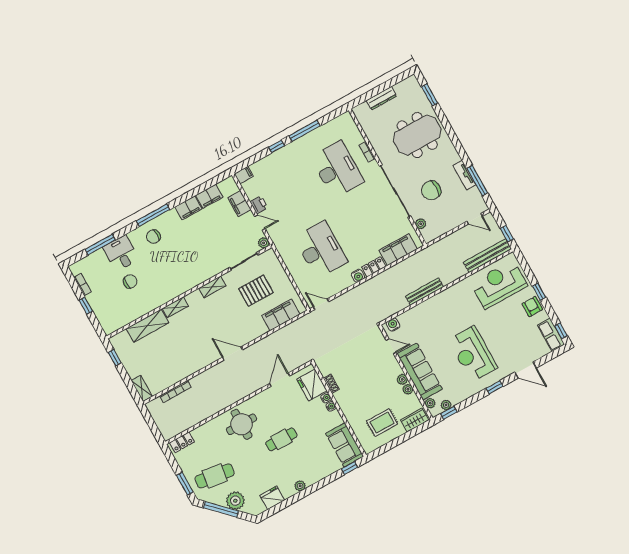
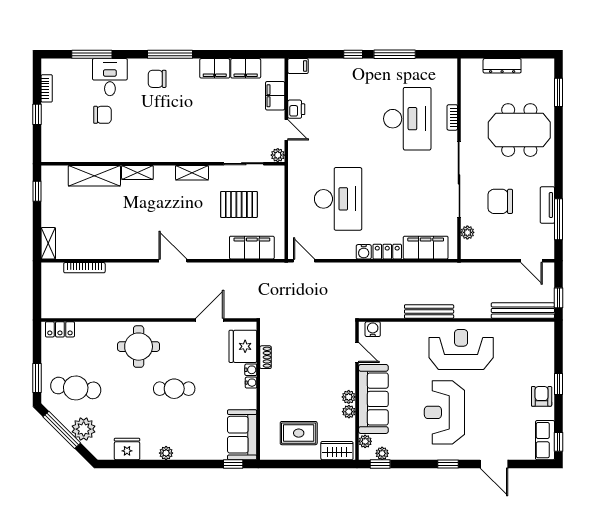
reception desk: (499, 284) -> (461, 349), moved

